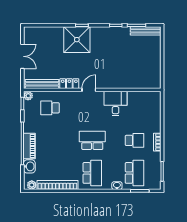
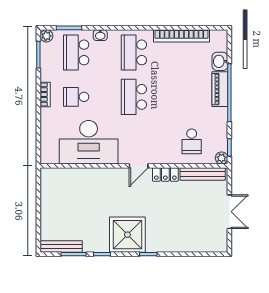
shower: (77, 40) -> (127, 235), moved
double door: (22, 56) -> (229, 212), swing flipped
desk: (116, 103) -> (89, 142), width x1.87, depth x1.30
school desk: (50, 108) -> (192, 141), turned 90
school desk: (92, 140) -> (134, 97), turned 90
plant: (32, 185) -> (46, 36), moved

